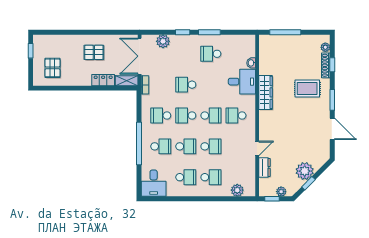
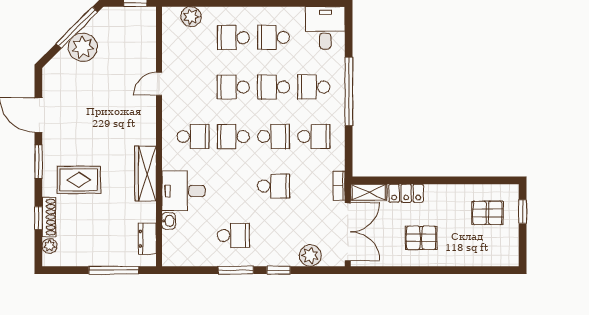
window: (31, 51) -> (523, 212), moved
pallet: (52, 68) -> (487, 213), turned 90
dresser: (264, 167) -> (147, 239), moved
window: (308, 183) -> (77, 28), width x2.17
plant: (281, 192) -> (121, 15), removed

